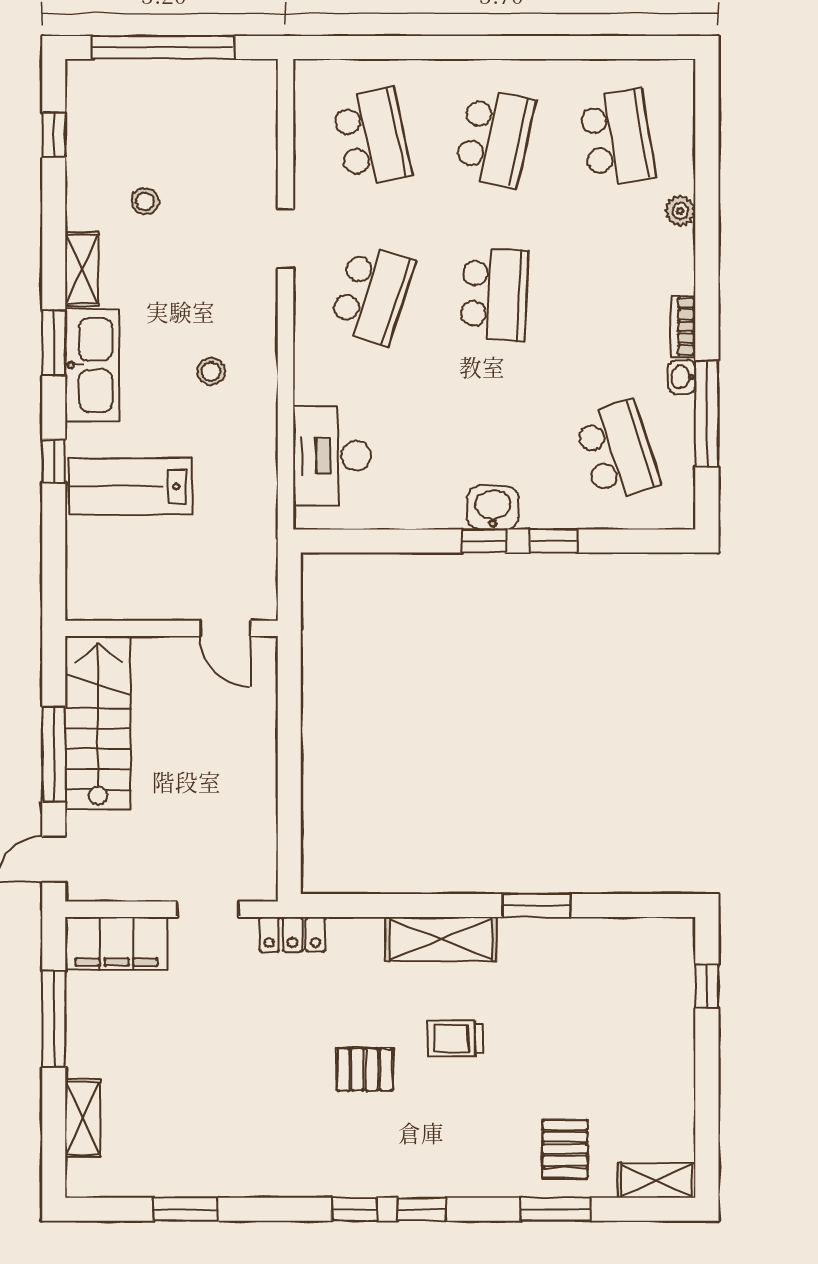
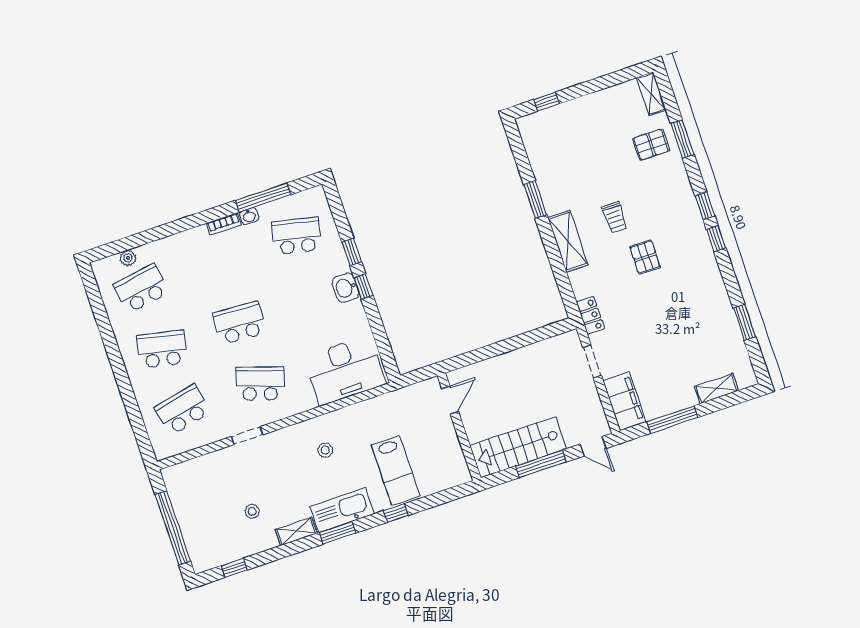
plant: (680, 211) -> (128, 258), moved
school desk: (617, 451) -> (297, 236), turned 30
desk: (332, 456) -> (345, 370), width x1.36, depth x1.30

